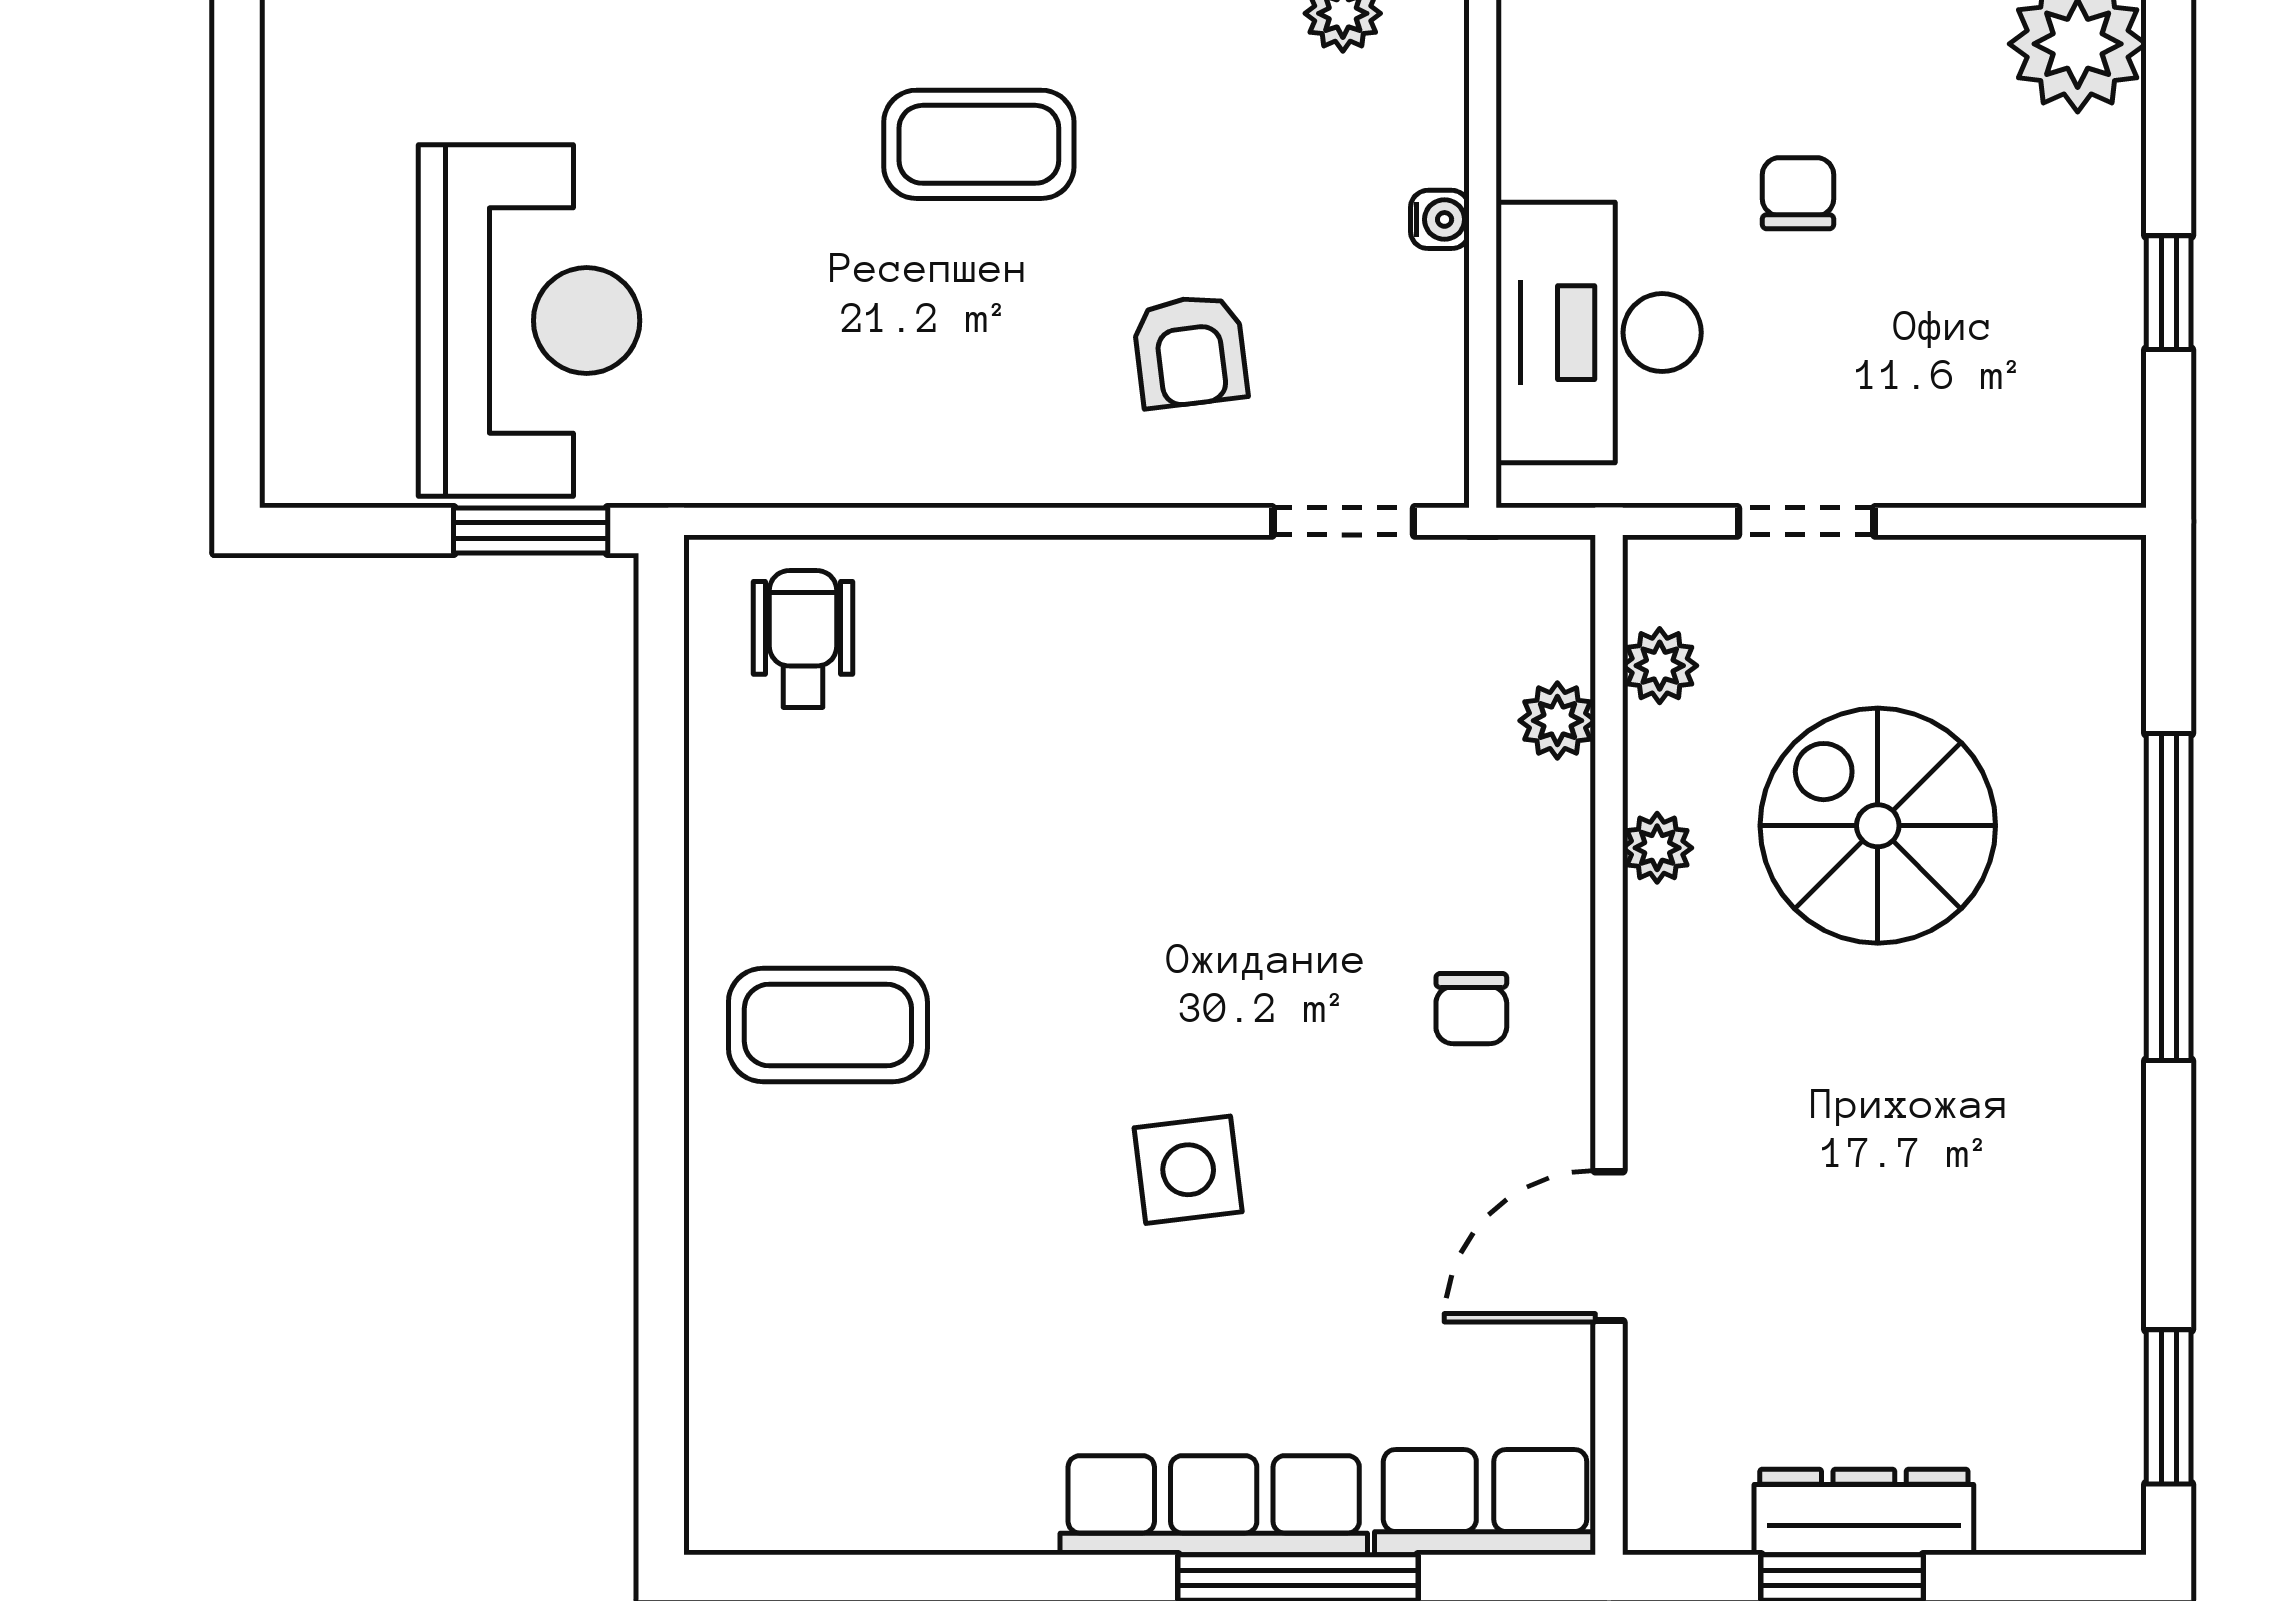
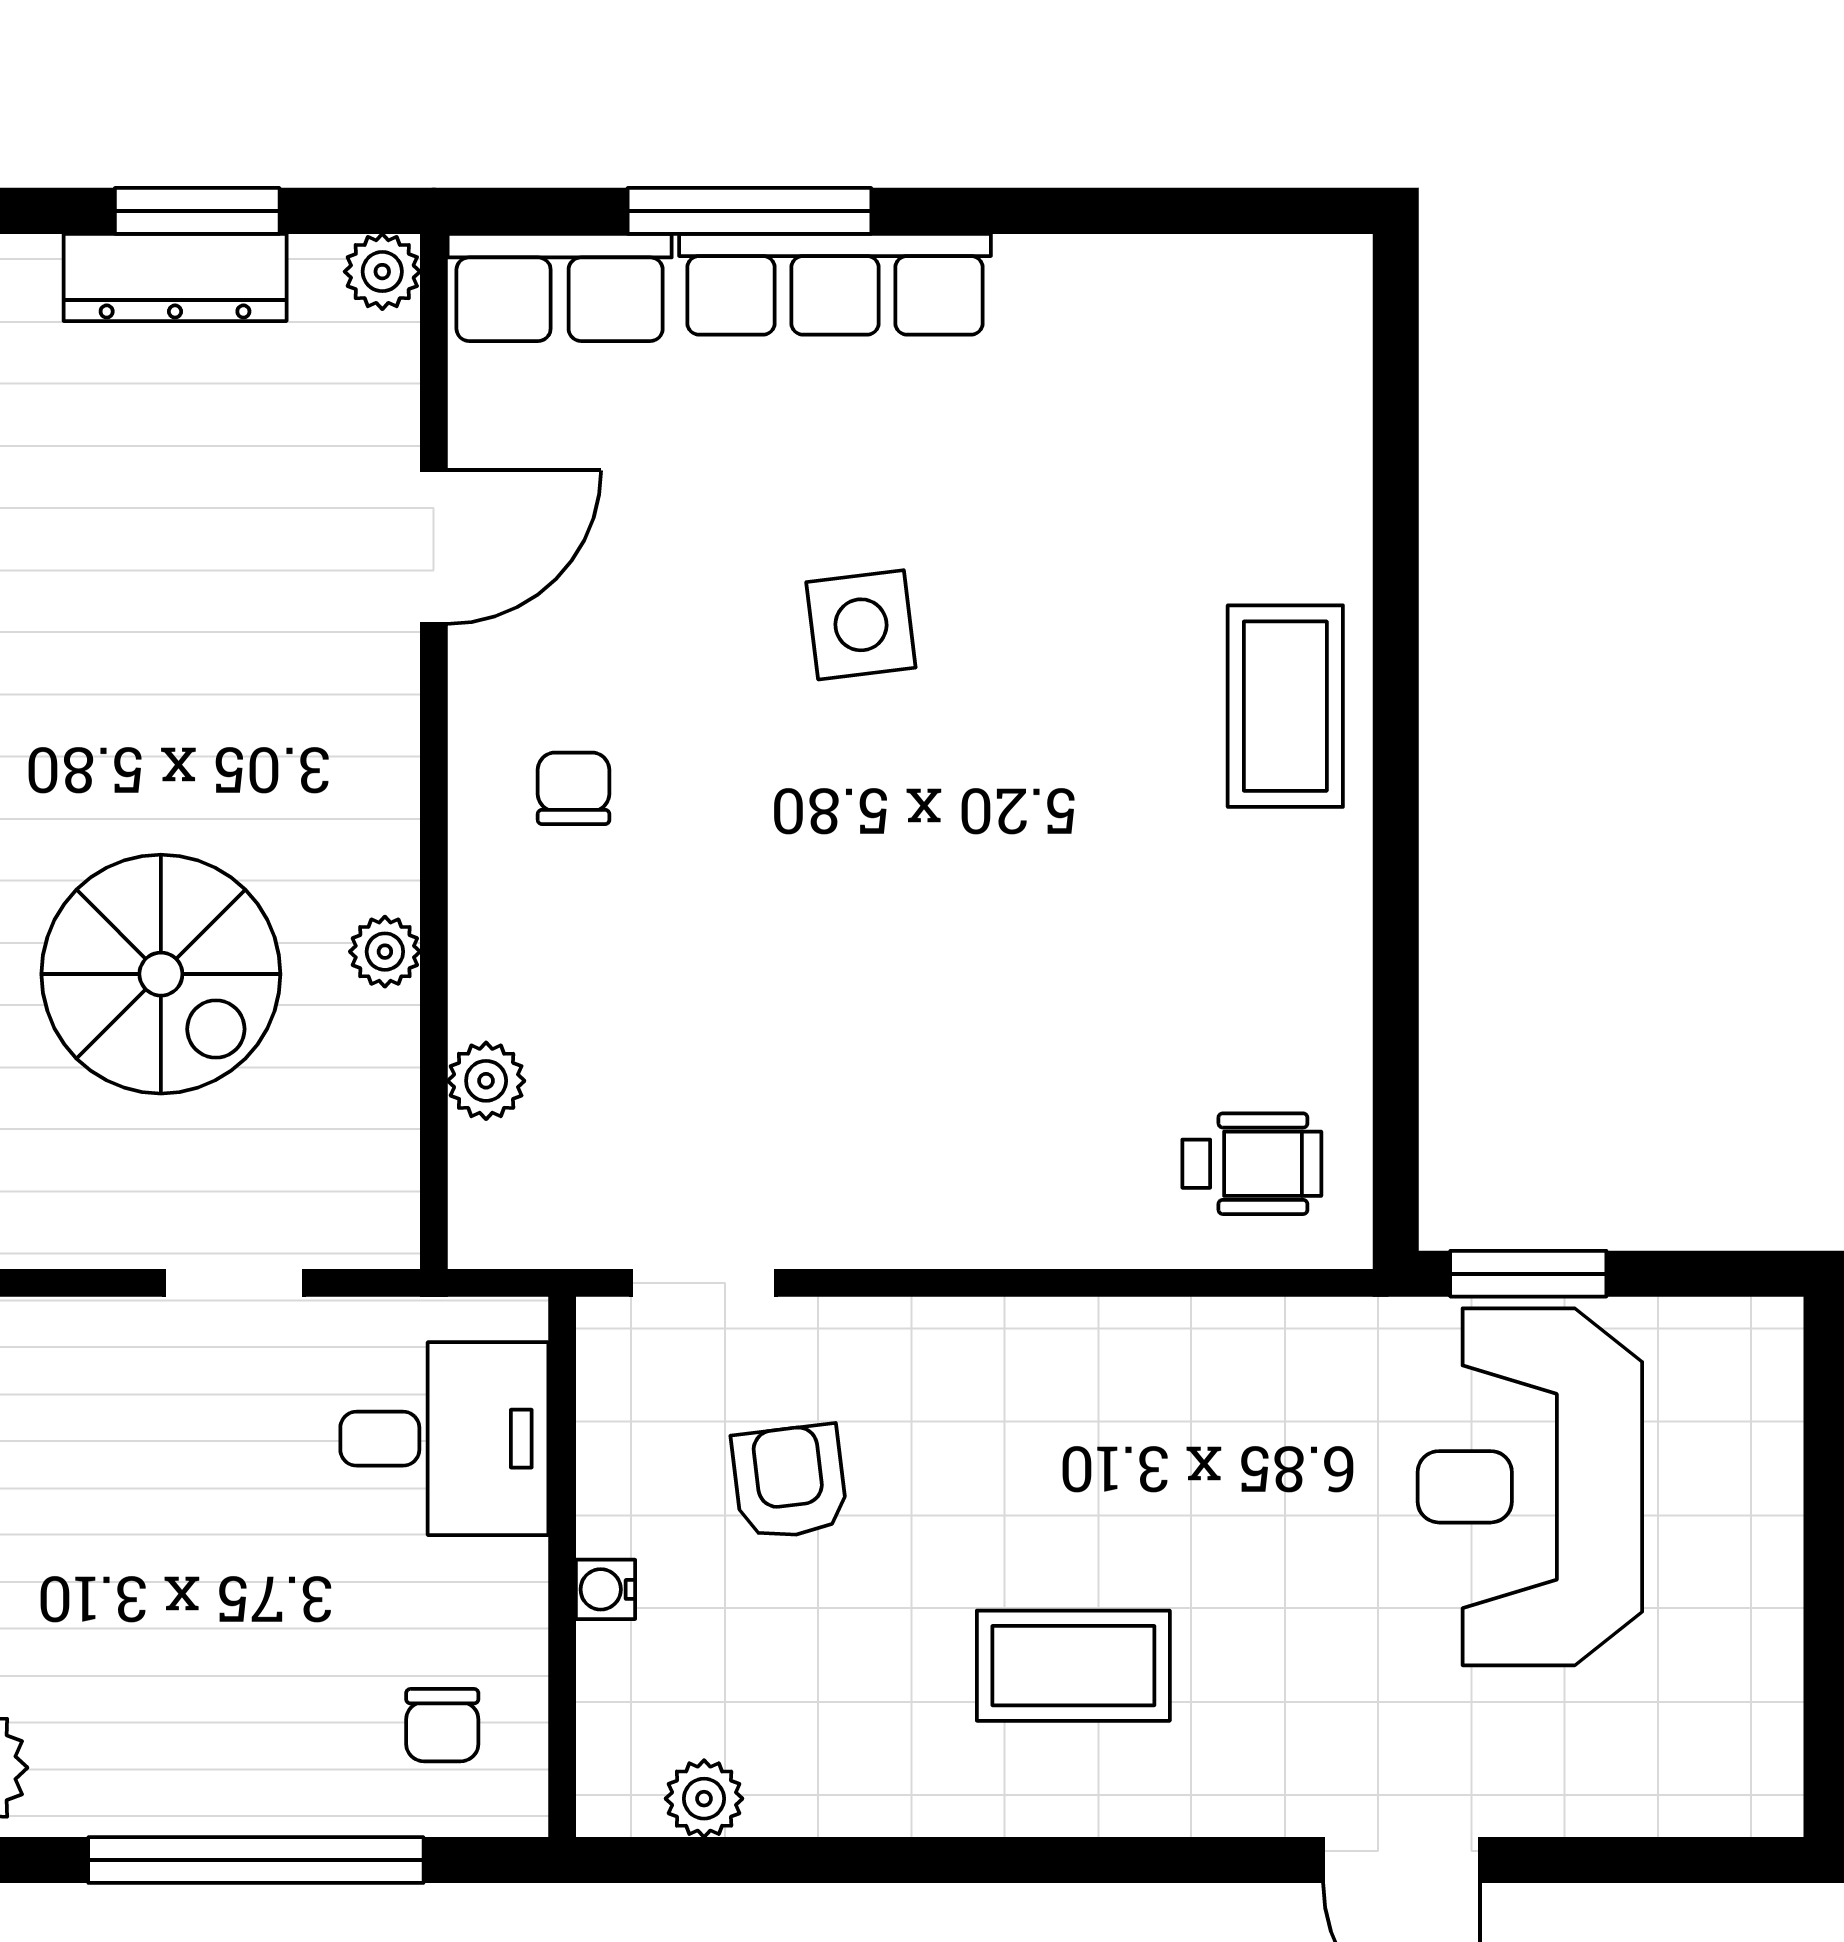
chair: (1798, 193) -> (442, 1725), moved
desk: (1599, 333) -> (444, 1439), width x0.73
armchair: (1190, 351) -> (790, 1482), moved
wheelchair: (803, 639) -> (1252, 1164), turned -90
plant: (1660, 666) -> (382, 272), moved
coffee table: (828, 1025) -> (1285, 706), moved, turned 90

